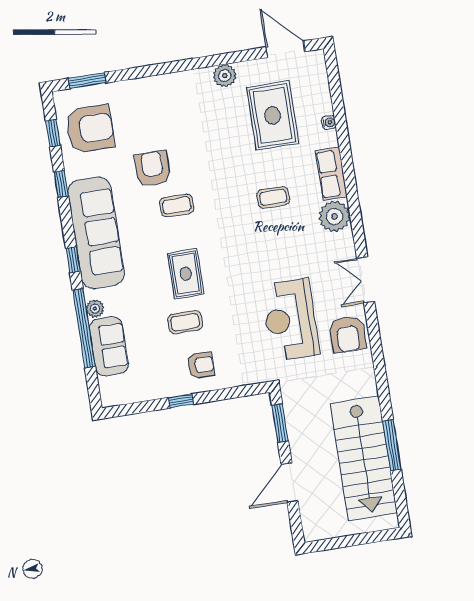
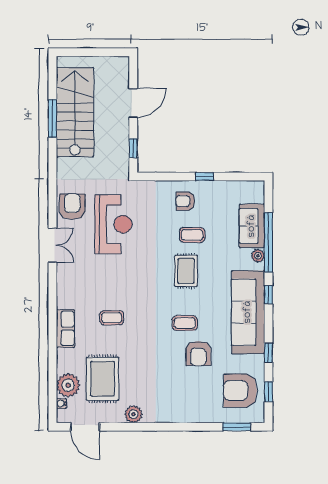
water cooler: (329, 122) -> (61, 403), moved
plant: (334, 216) -> (68, 385), moved
window: (280, 423) -> (133, 148), width x0.67

